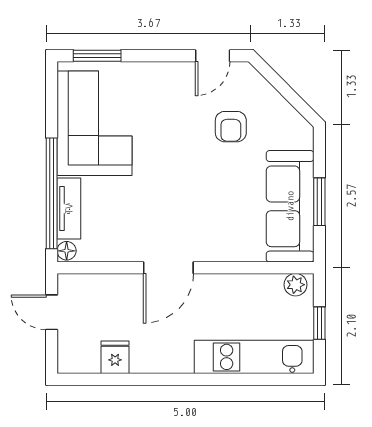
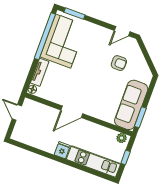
armchair: (231, 127) -> (119, 63), turned -90
window: (52, 193) -> (45, 36), moved
window: (319, 202) -> (140, 117), moved
fridge: (115, 357) -> (62, 150), moved

